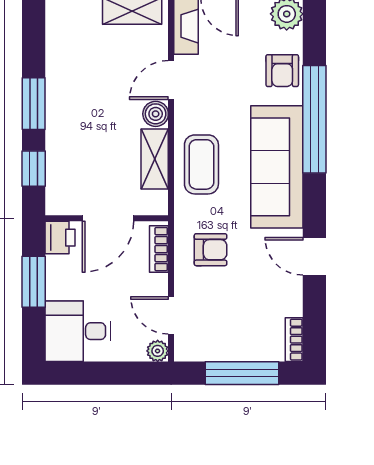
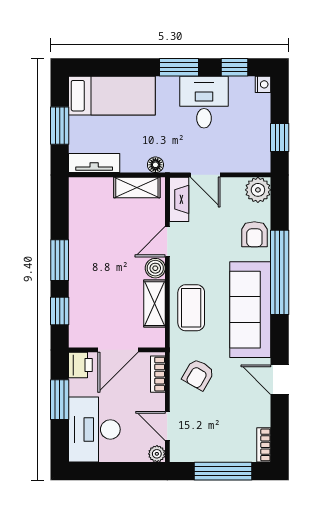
armchair: (211, 250) -> (198, 375), turned 120
desk: (78, 331) -> (94, 429), width x1.37

